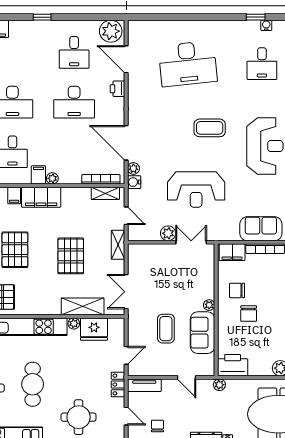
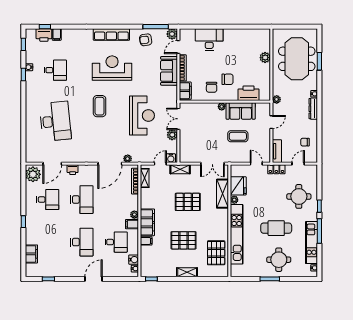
water cooler: (134, 182) -> (171, 158), moved
printer: (233, 365) -> (249, 93), moved, turned 90

